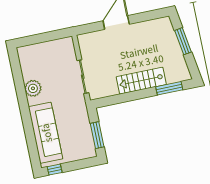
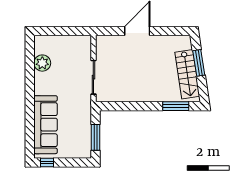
stairs: (141, 81) -> (187, 74), moved, turned -99
plant: (33, 88) -> (42, 63), moved

